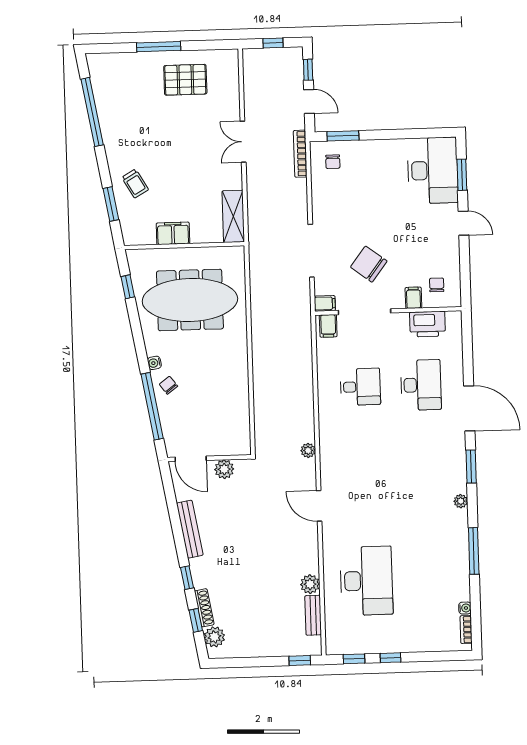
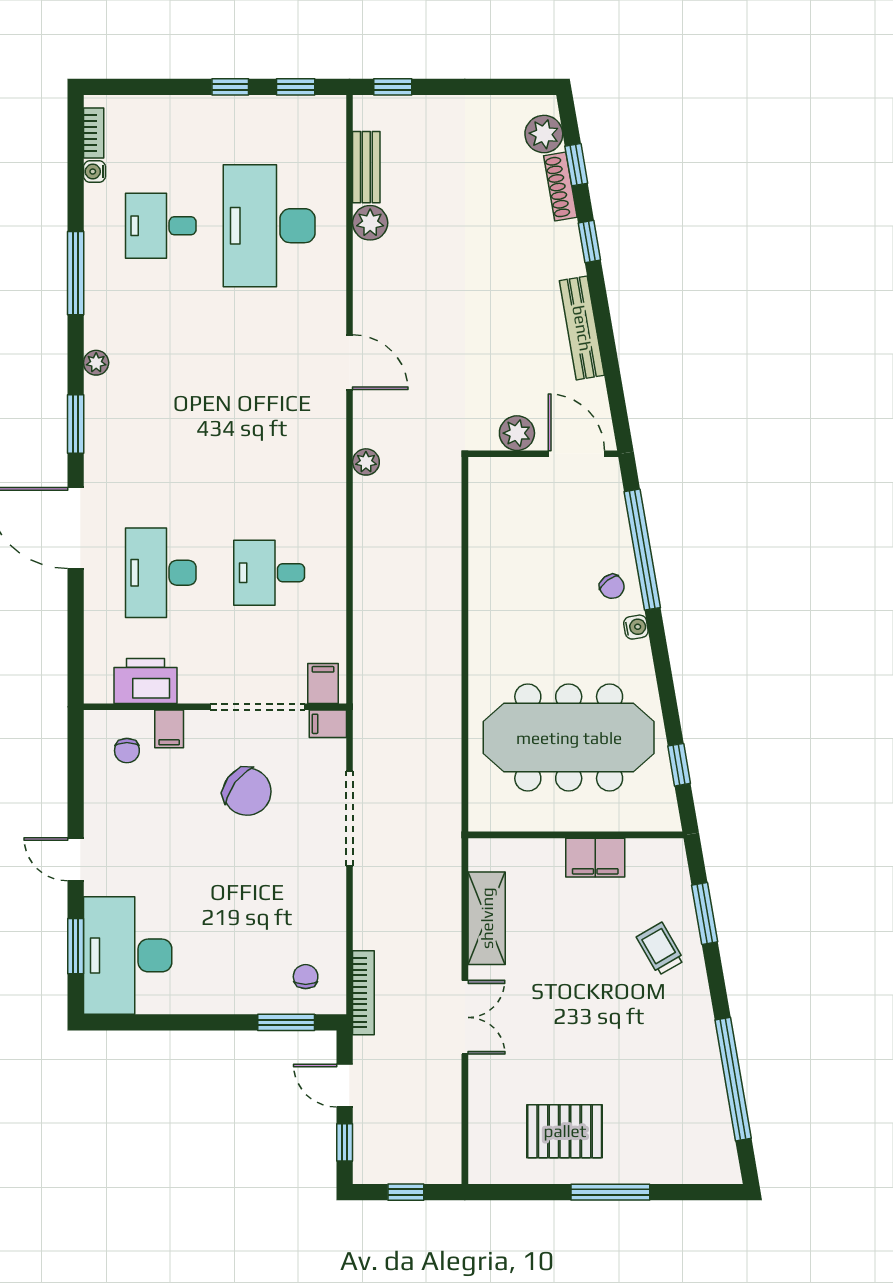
shelving: (233, 216) -> (487, 918), moved
desk: (427, 579) -> (161, 226), added

